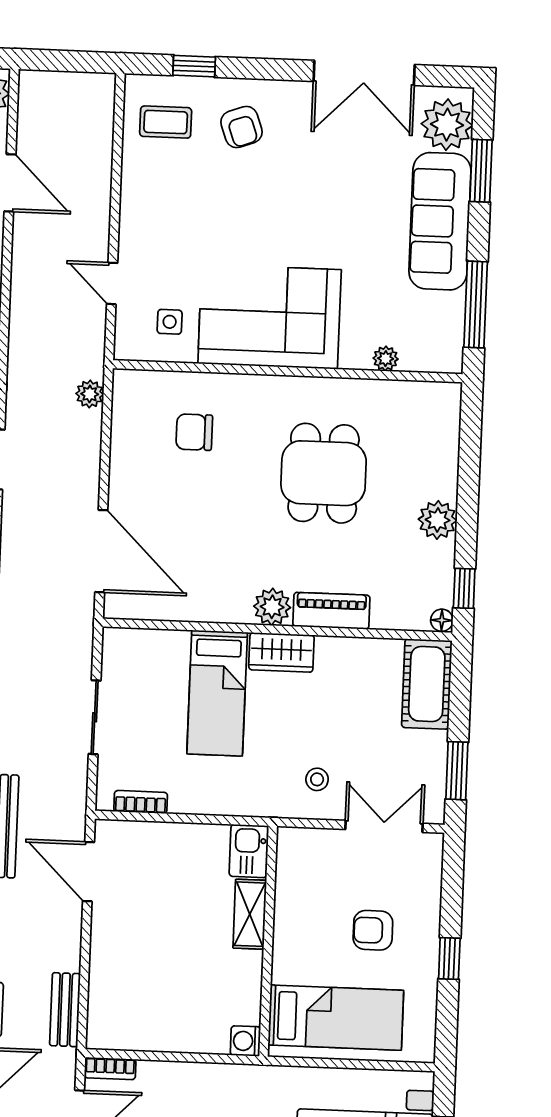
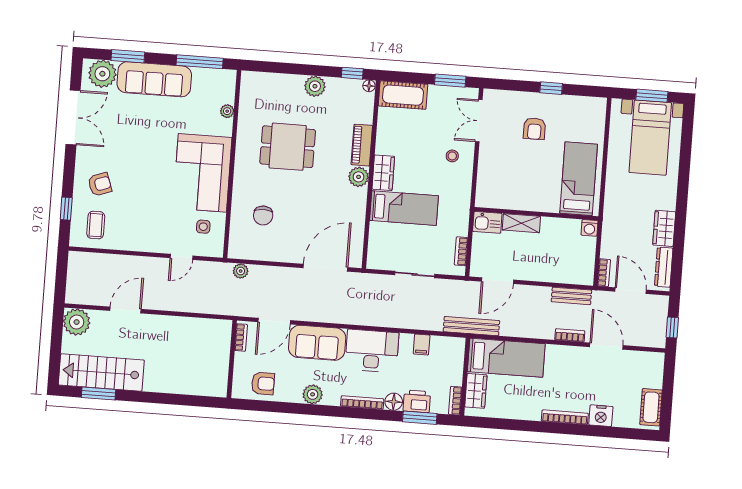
kitchen sink: (249, 851) -> (487, 222), moved
shelving: (250, 914) -> (521, 223), moved
wall: (268, 941) -> (536, 214), moved
bed: (336, 1018) -> (579, 179), moved
washing machine: (245, 1041) -> (590, 228), moved

